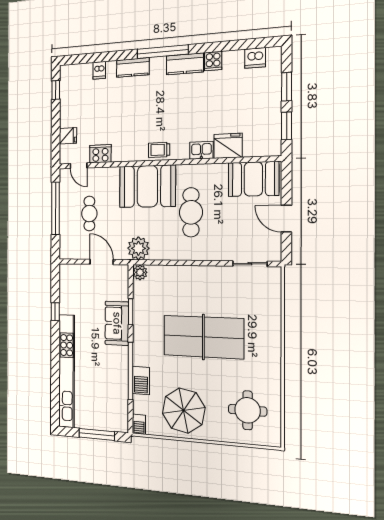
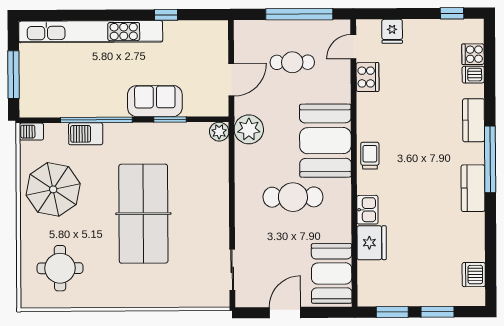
cooker: (213, 61) -> (473, 54), moved

